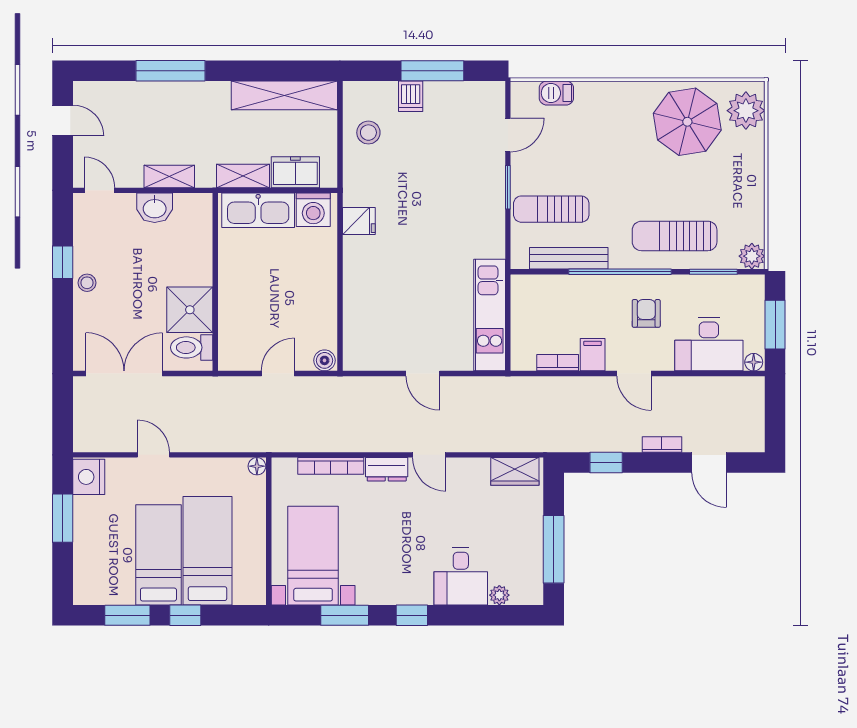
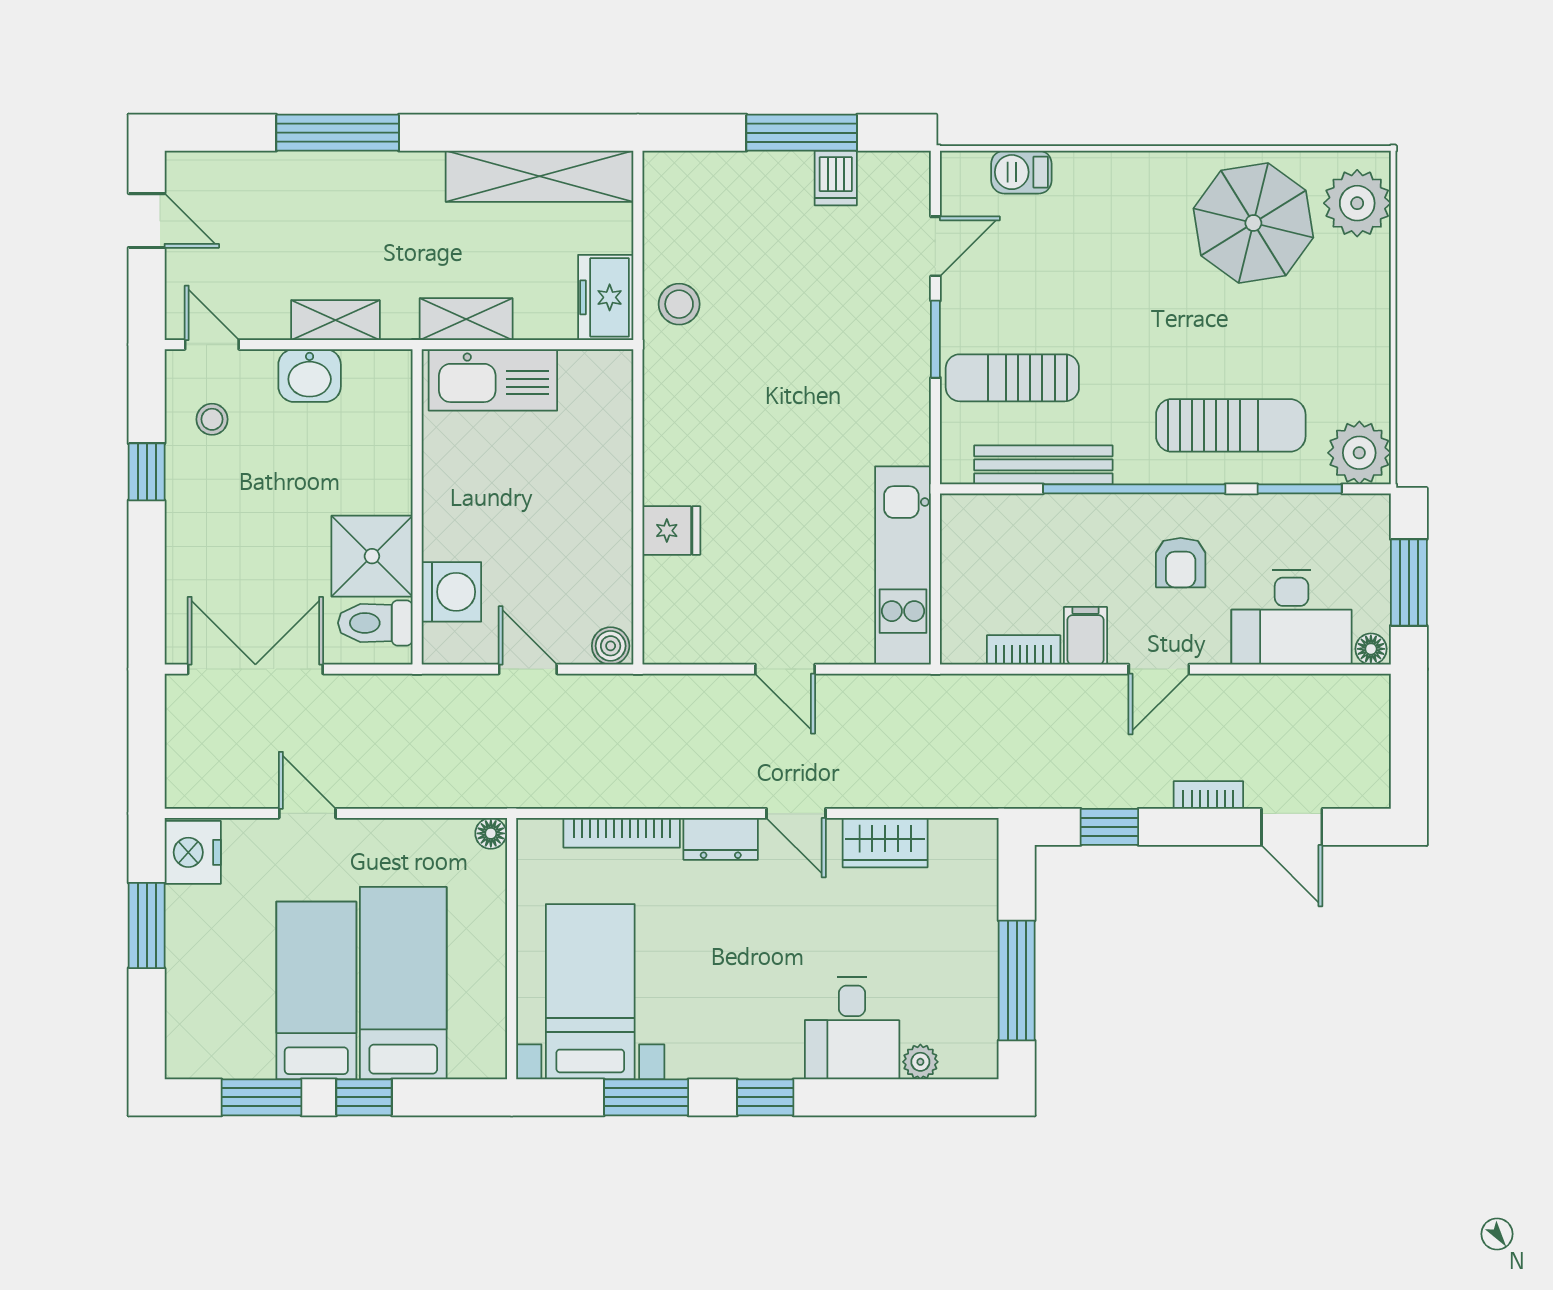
dishwasher: (411, 96) -> (836, 178), moved
stool: (368, 133) -> (679, 304), moved
freezer: (295, 172) -> (606, 297), moved, turned -90
washing machine: (313, 210) -> (451, 592), moved, turned -90
fridge: (359, 221) -> (671, 531), moved
sun lounger: (675, 236) -> (1231, 425), turned 180
plant: (752, 256) -> (1359, 453), width x1.36, depth x1.36
stool: (87, 283) -> (212, 419), moved
armchair: (646, 313) -> (1181, 563), turned 180
door: (278, 374) -> (528, 669), hinge flipped
door: (634, 374) -> (1159, 669), hinge flipped
wardrobe: (515, 471) -> (885, 843), moved

